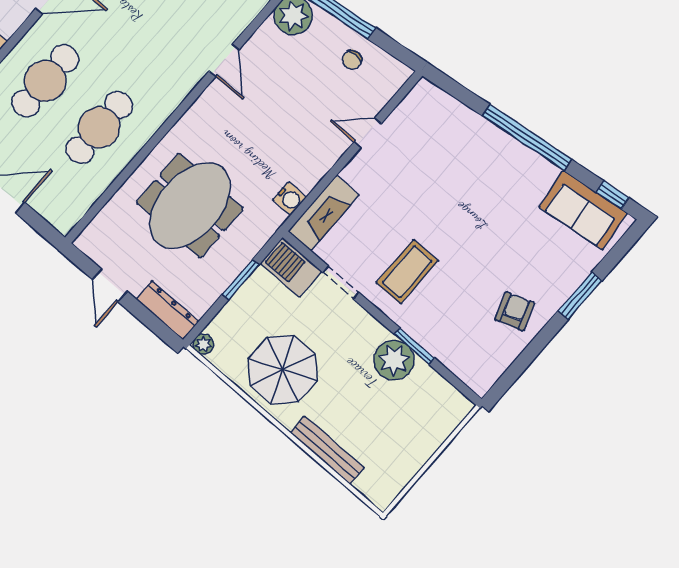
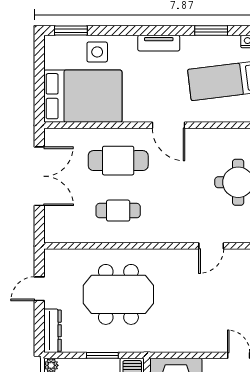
cafe table: (99, 127) -> (118, 211), width x0.73, depth x0.74
water cooler: (290, 199) -> (168, 344), removed

